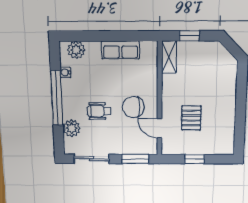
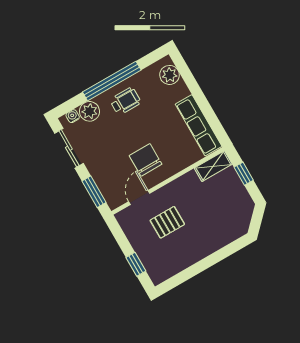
row of seats: (121, 50) -> (199, 125), width x1.48
water cooler: (65, 72) -> (73, 116), moved
wheelchair: (99, 111) -> (125, 101), moved, turned 90
window: (195, 159) -> (136, 264), moved

